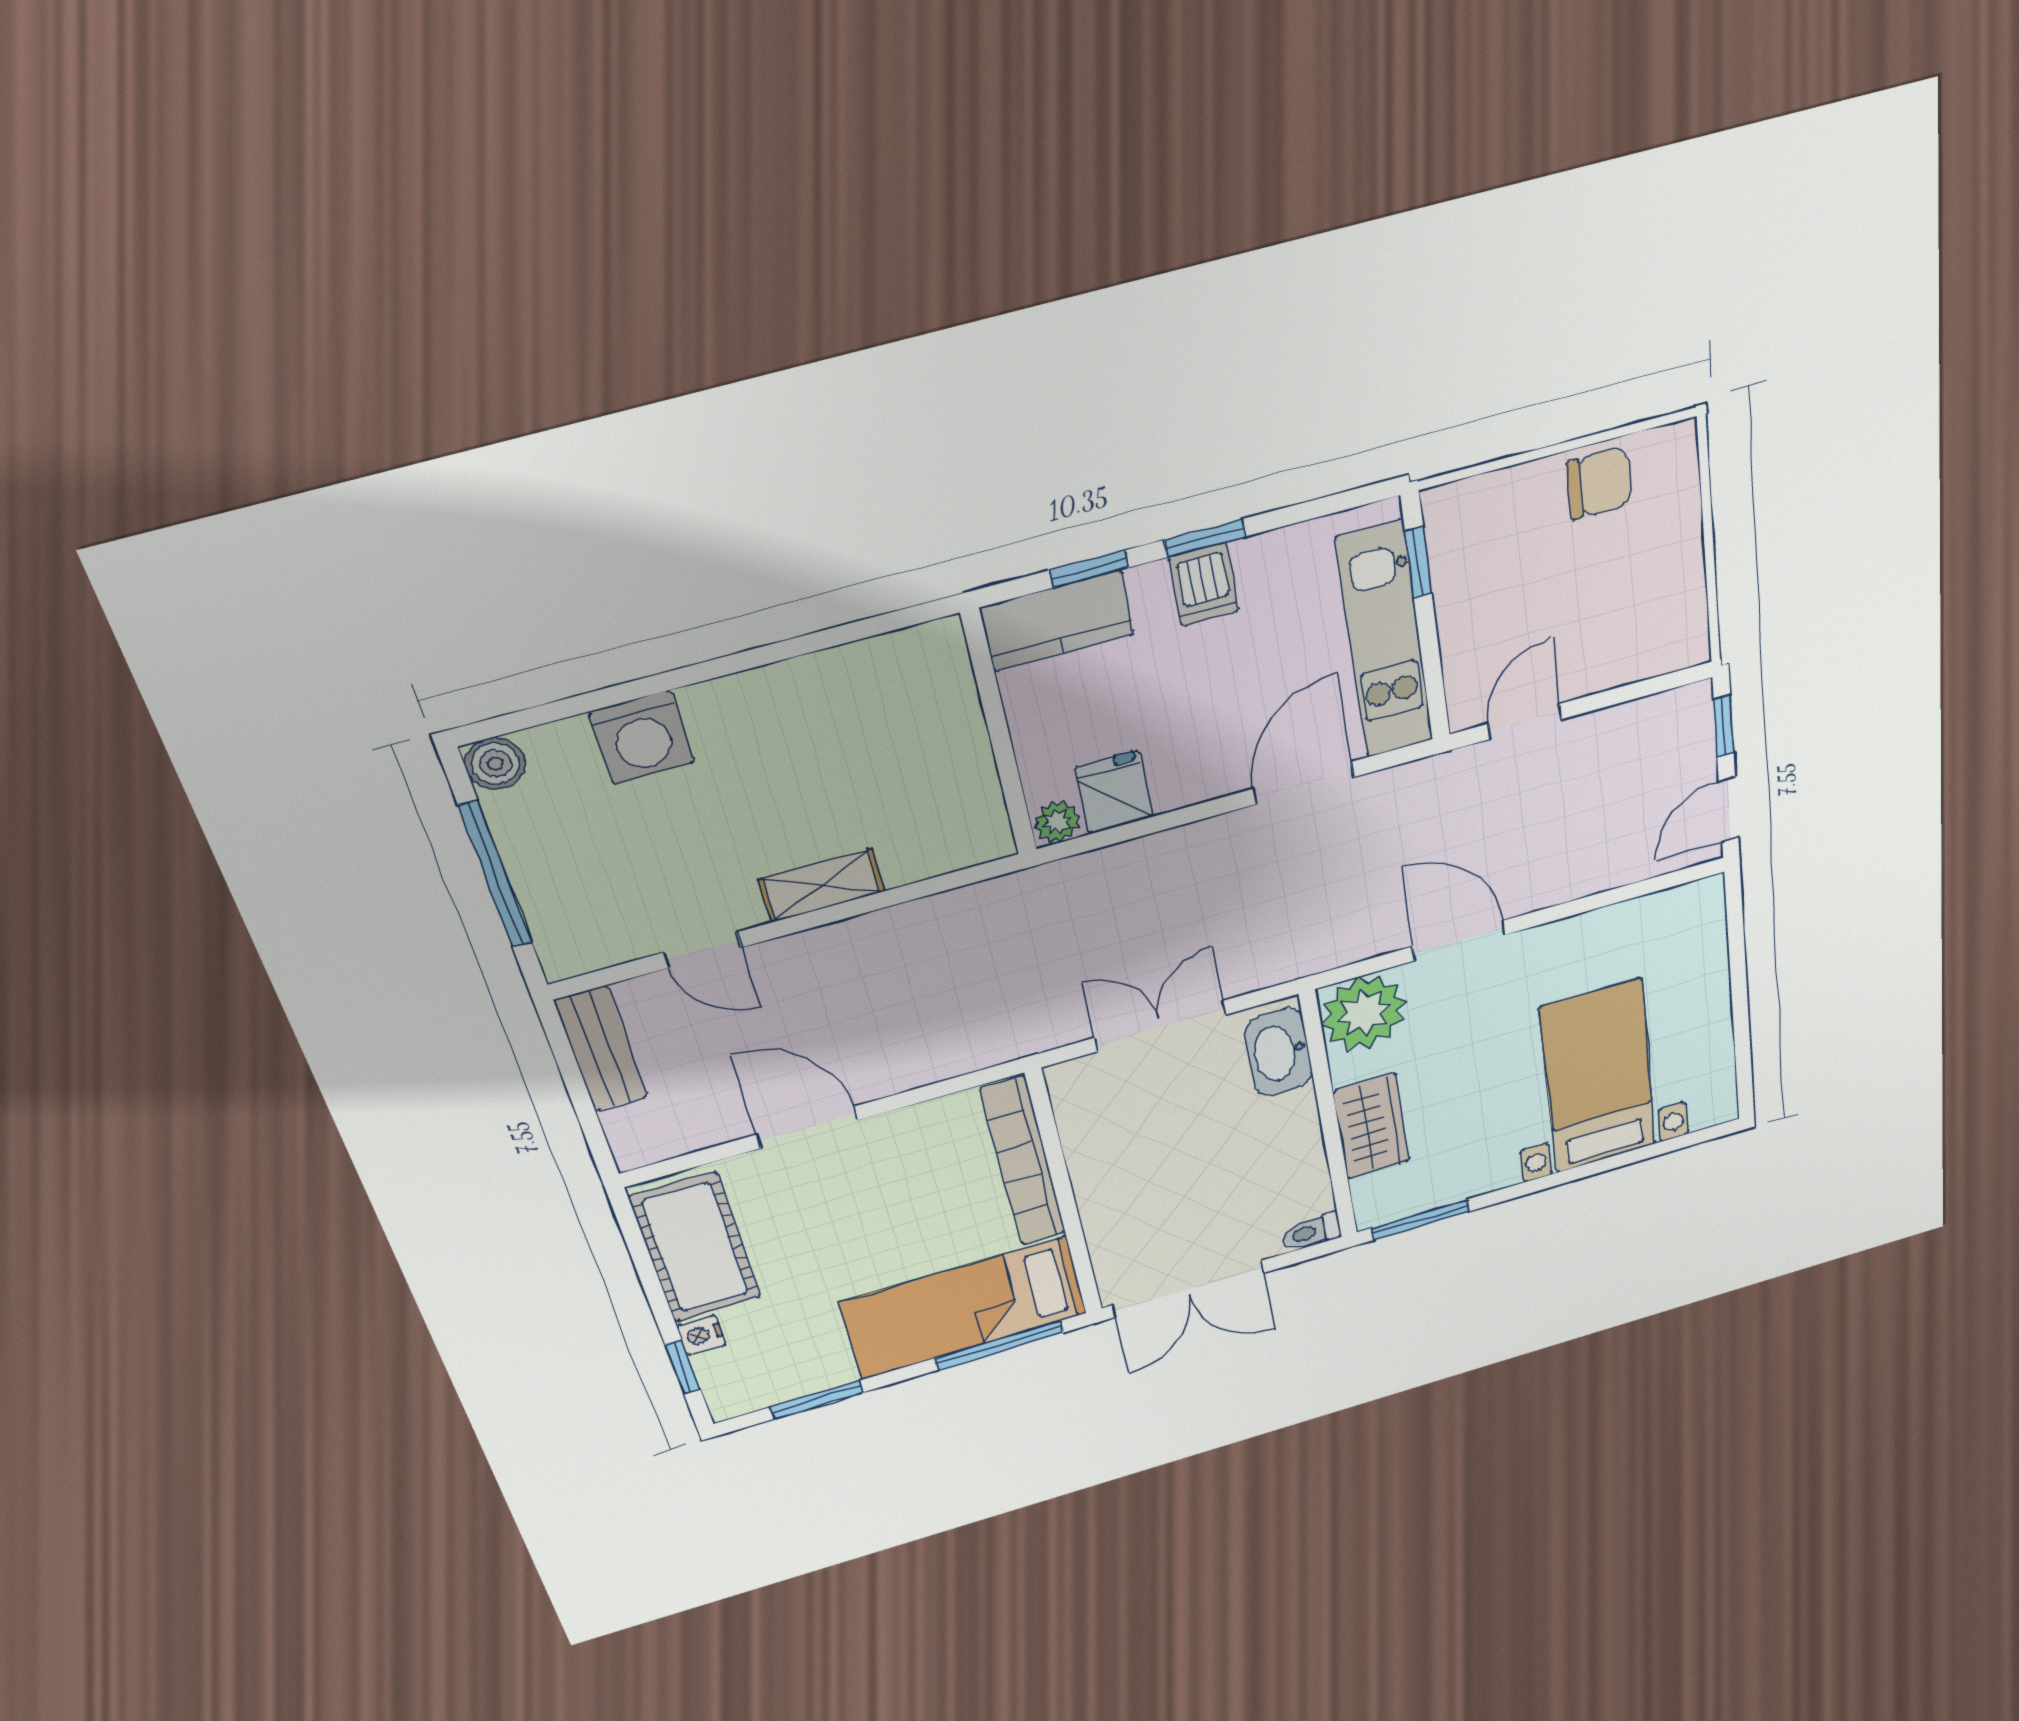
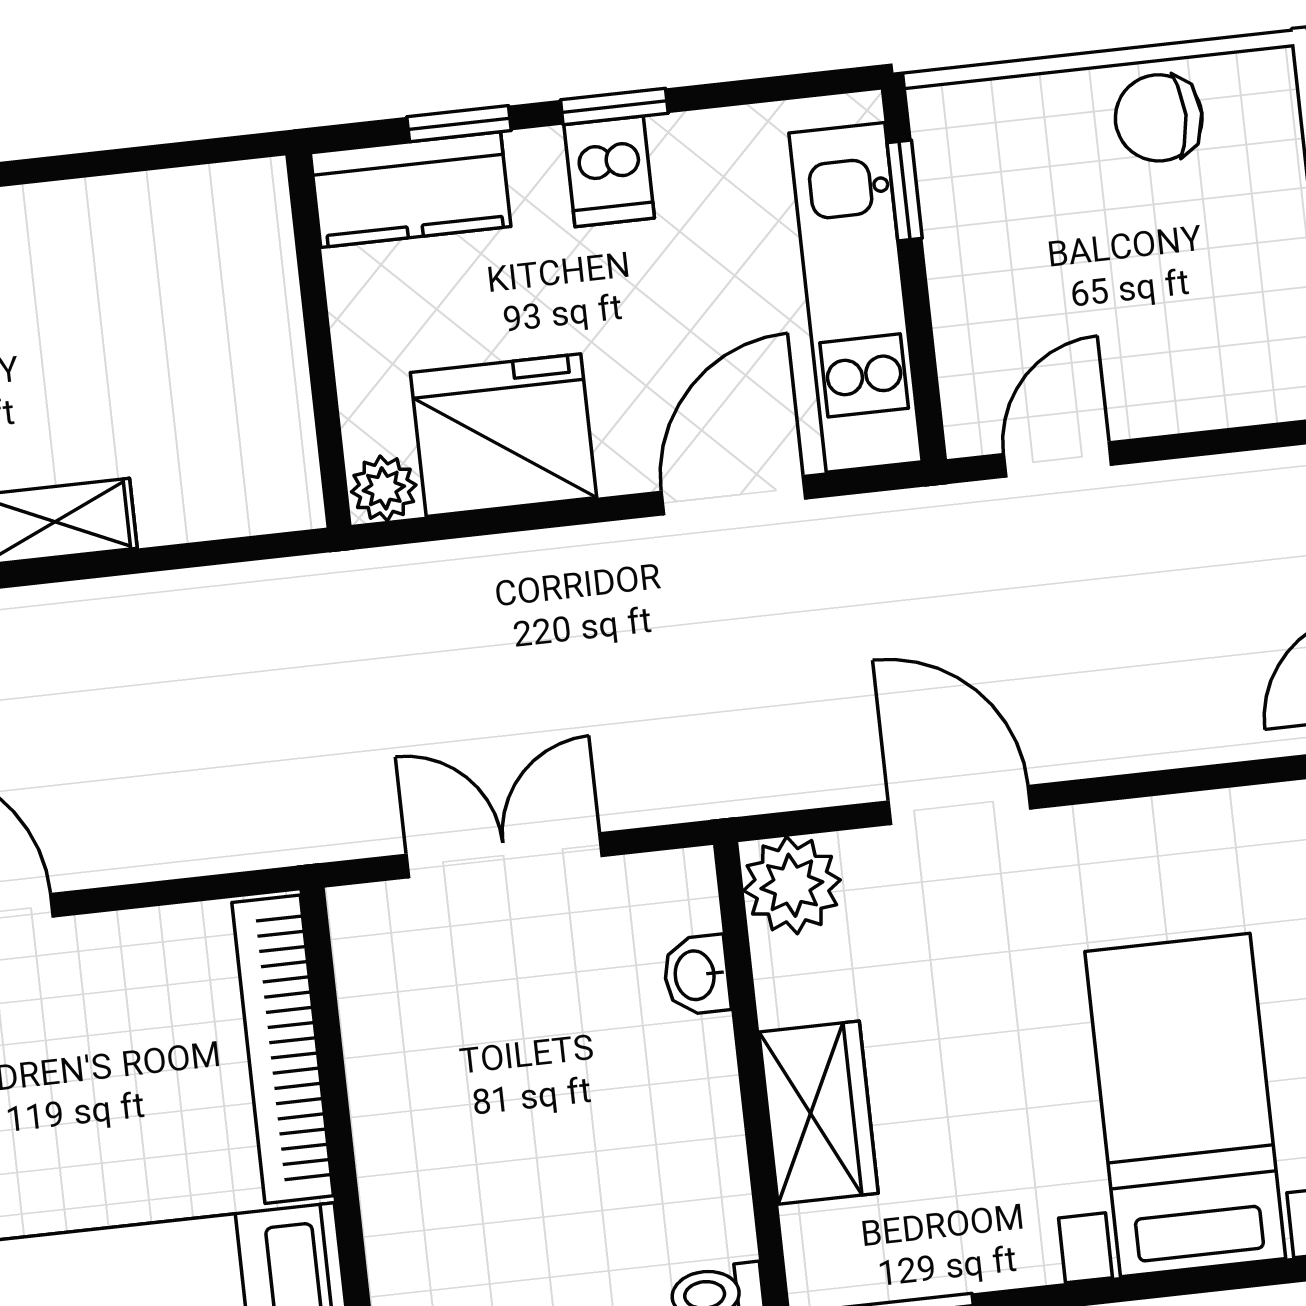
chair: (1599, 483) -> (1159, 118), turned 180
fridge: (1114, 792) -> (504, 435), width x1.88, depth x1.34
plant: (1364, 1013) -> (792, 885), width x0.73, depth x0.73
washbasin: (1279, 1052) -> (696, 975), width x0.52, depth x0.69

